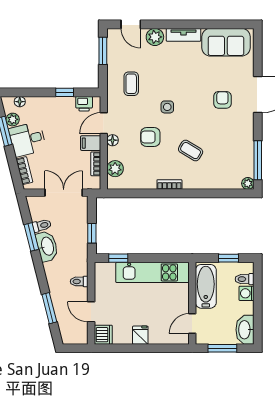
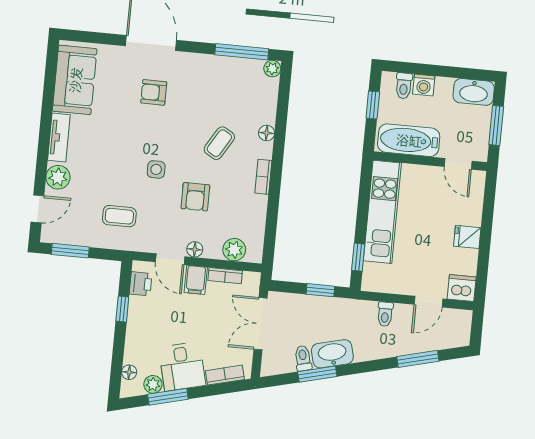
floor lamp: (201, 184) -> (267, 133), added

